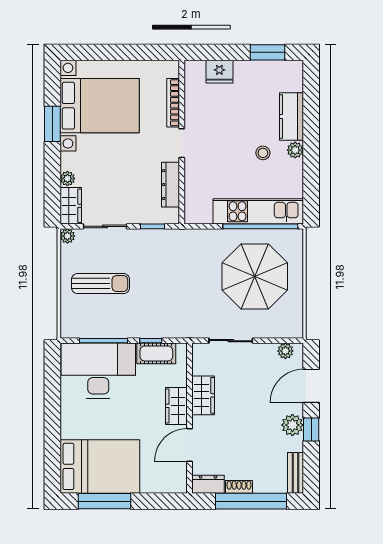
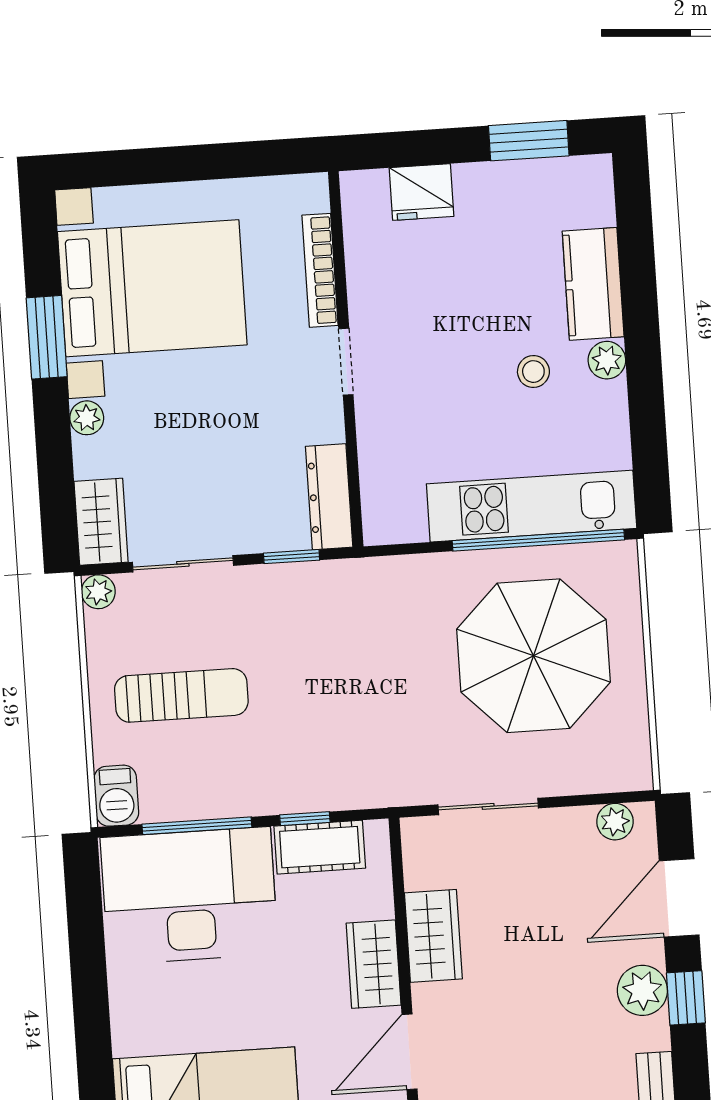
plant: (67, 178) -> (87, 418), moved
dresser: (171, 185) -> (329, 497), moved
barbecue: (69, 325) -> (116, 796), added

